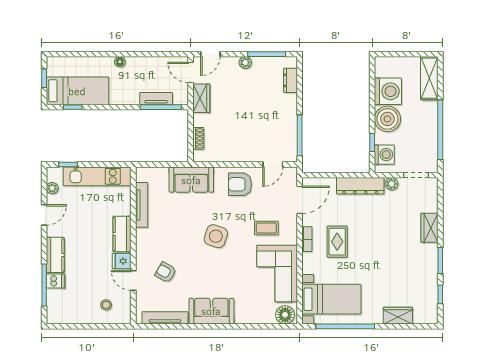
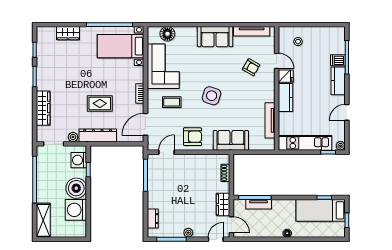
plant: (52, 188) -> (340, 146), moved
wardrobe: (430, 228) -> (43, 108), width x1.50
rug: (337, 242) -> (100, 103), moved, turned 90
floor lamp: (285, 315) -> (167, 34), moved

